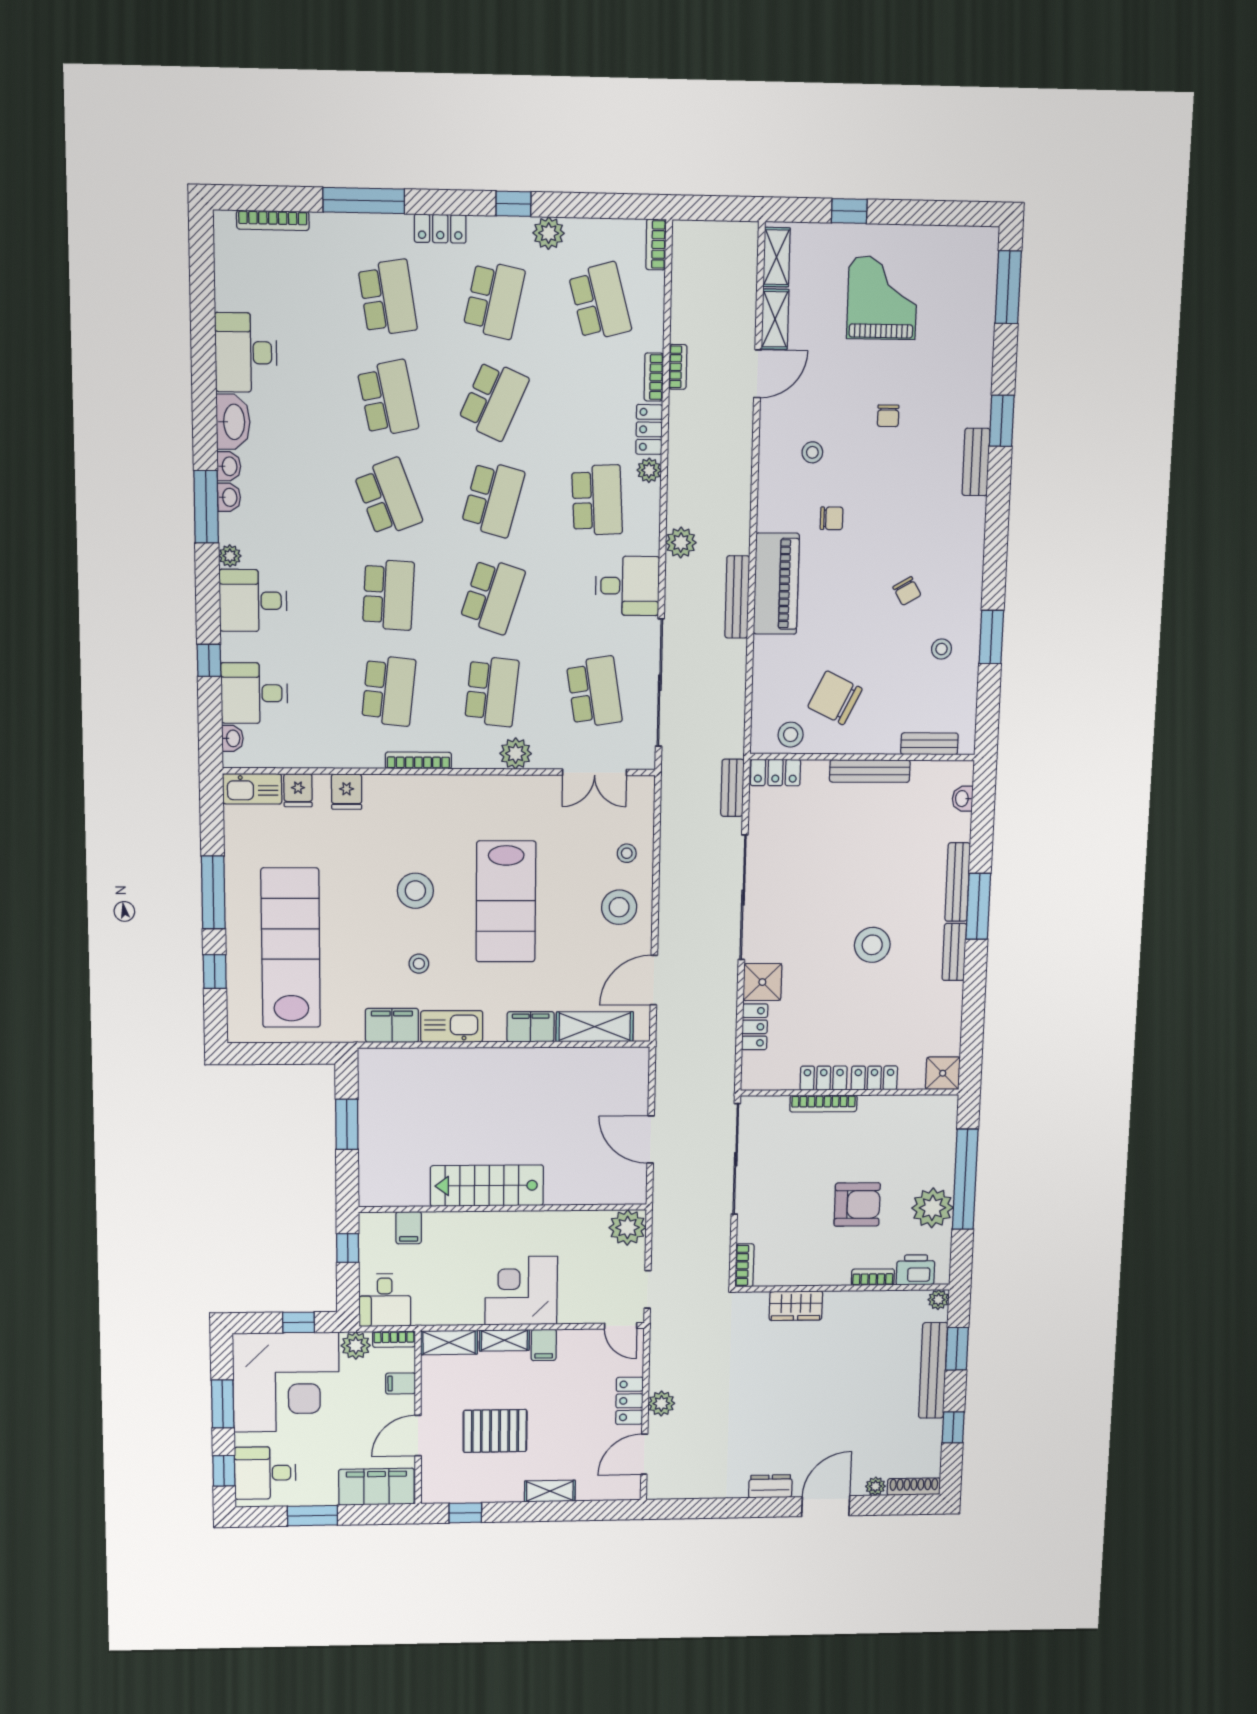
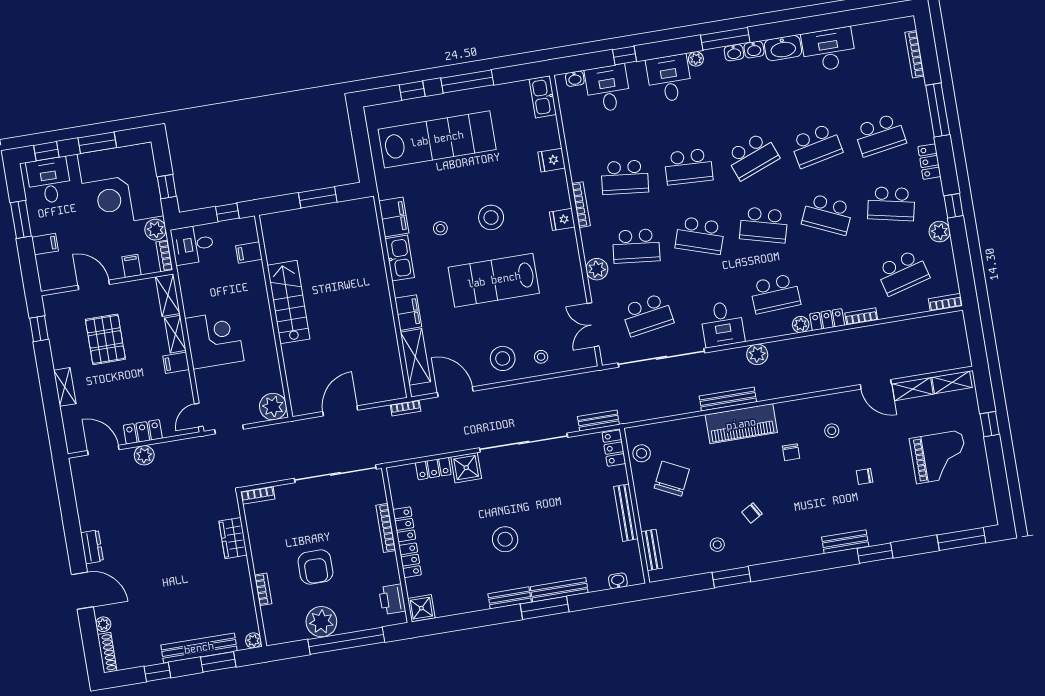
bookcase: (678, 367) -> (406, 408), moved
fridge: (298, 790) -> (562, 219), moved
printer: (915, 1270) -> (392, 599), moved, turned 180
filing cabinet: (376, 1487) -> (45, 244), width x0.33, depth x0.86

